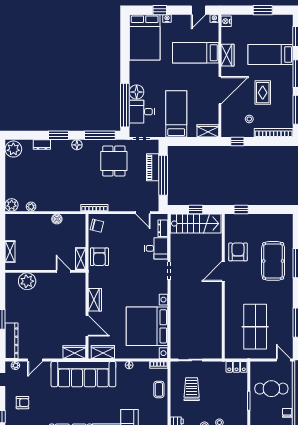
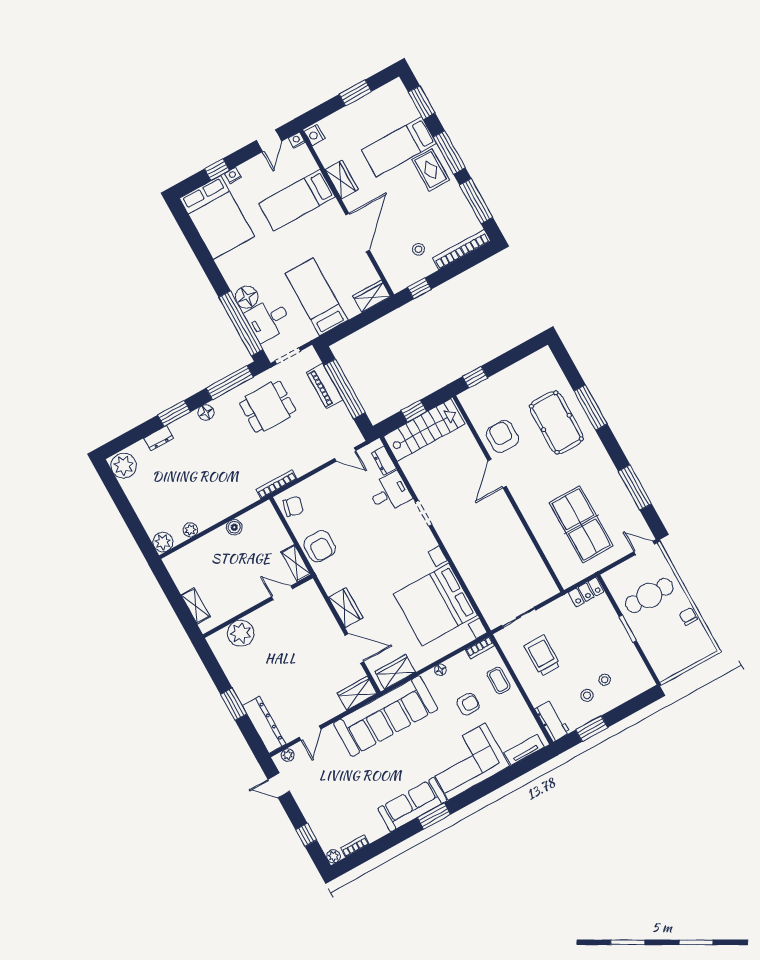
rug: (263, 93) -> (431, 170), moved
dining table: (114, 161) -> (268, 407), turned 90
armchair: (23, 403) -> (468, 704), moved

